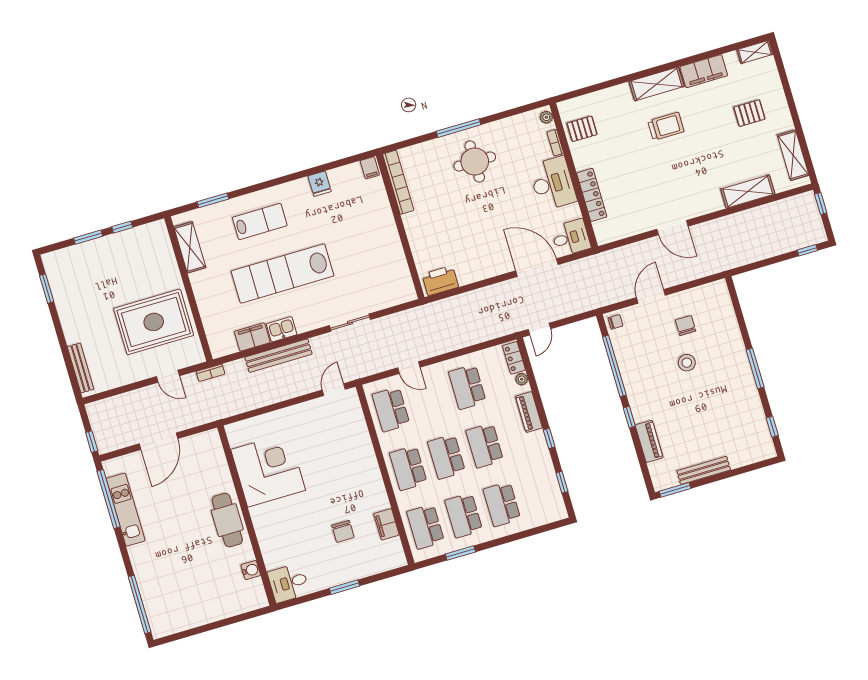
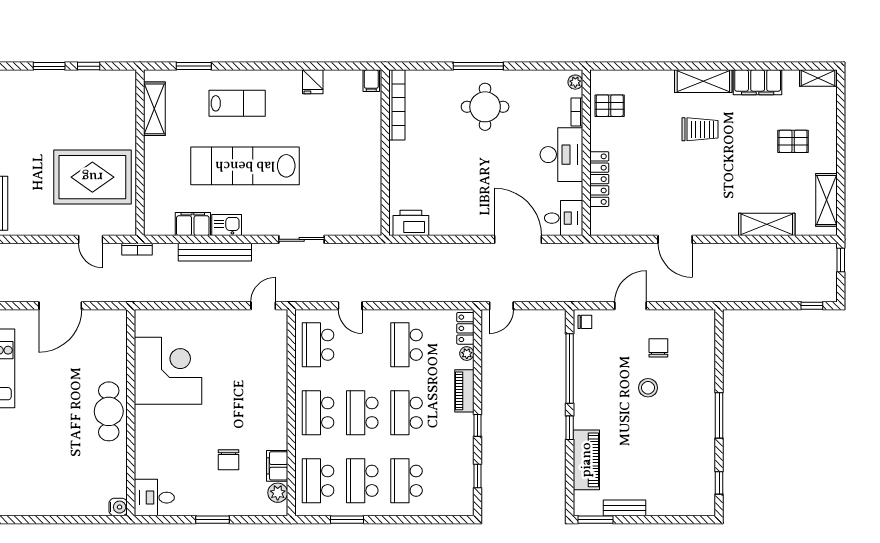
piano: (649, 441) -> (586, 460), width x1.37, depth x1.33
bench: (704, 470) -> (624, 508), width x0.73
plant: (394, 547) -> (278, 493), added
water cooler: (251, 570) -> (118, 507), moved

